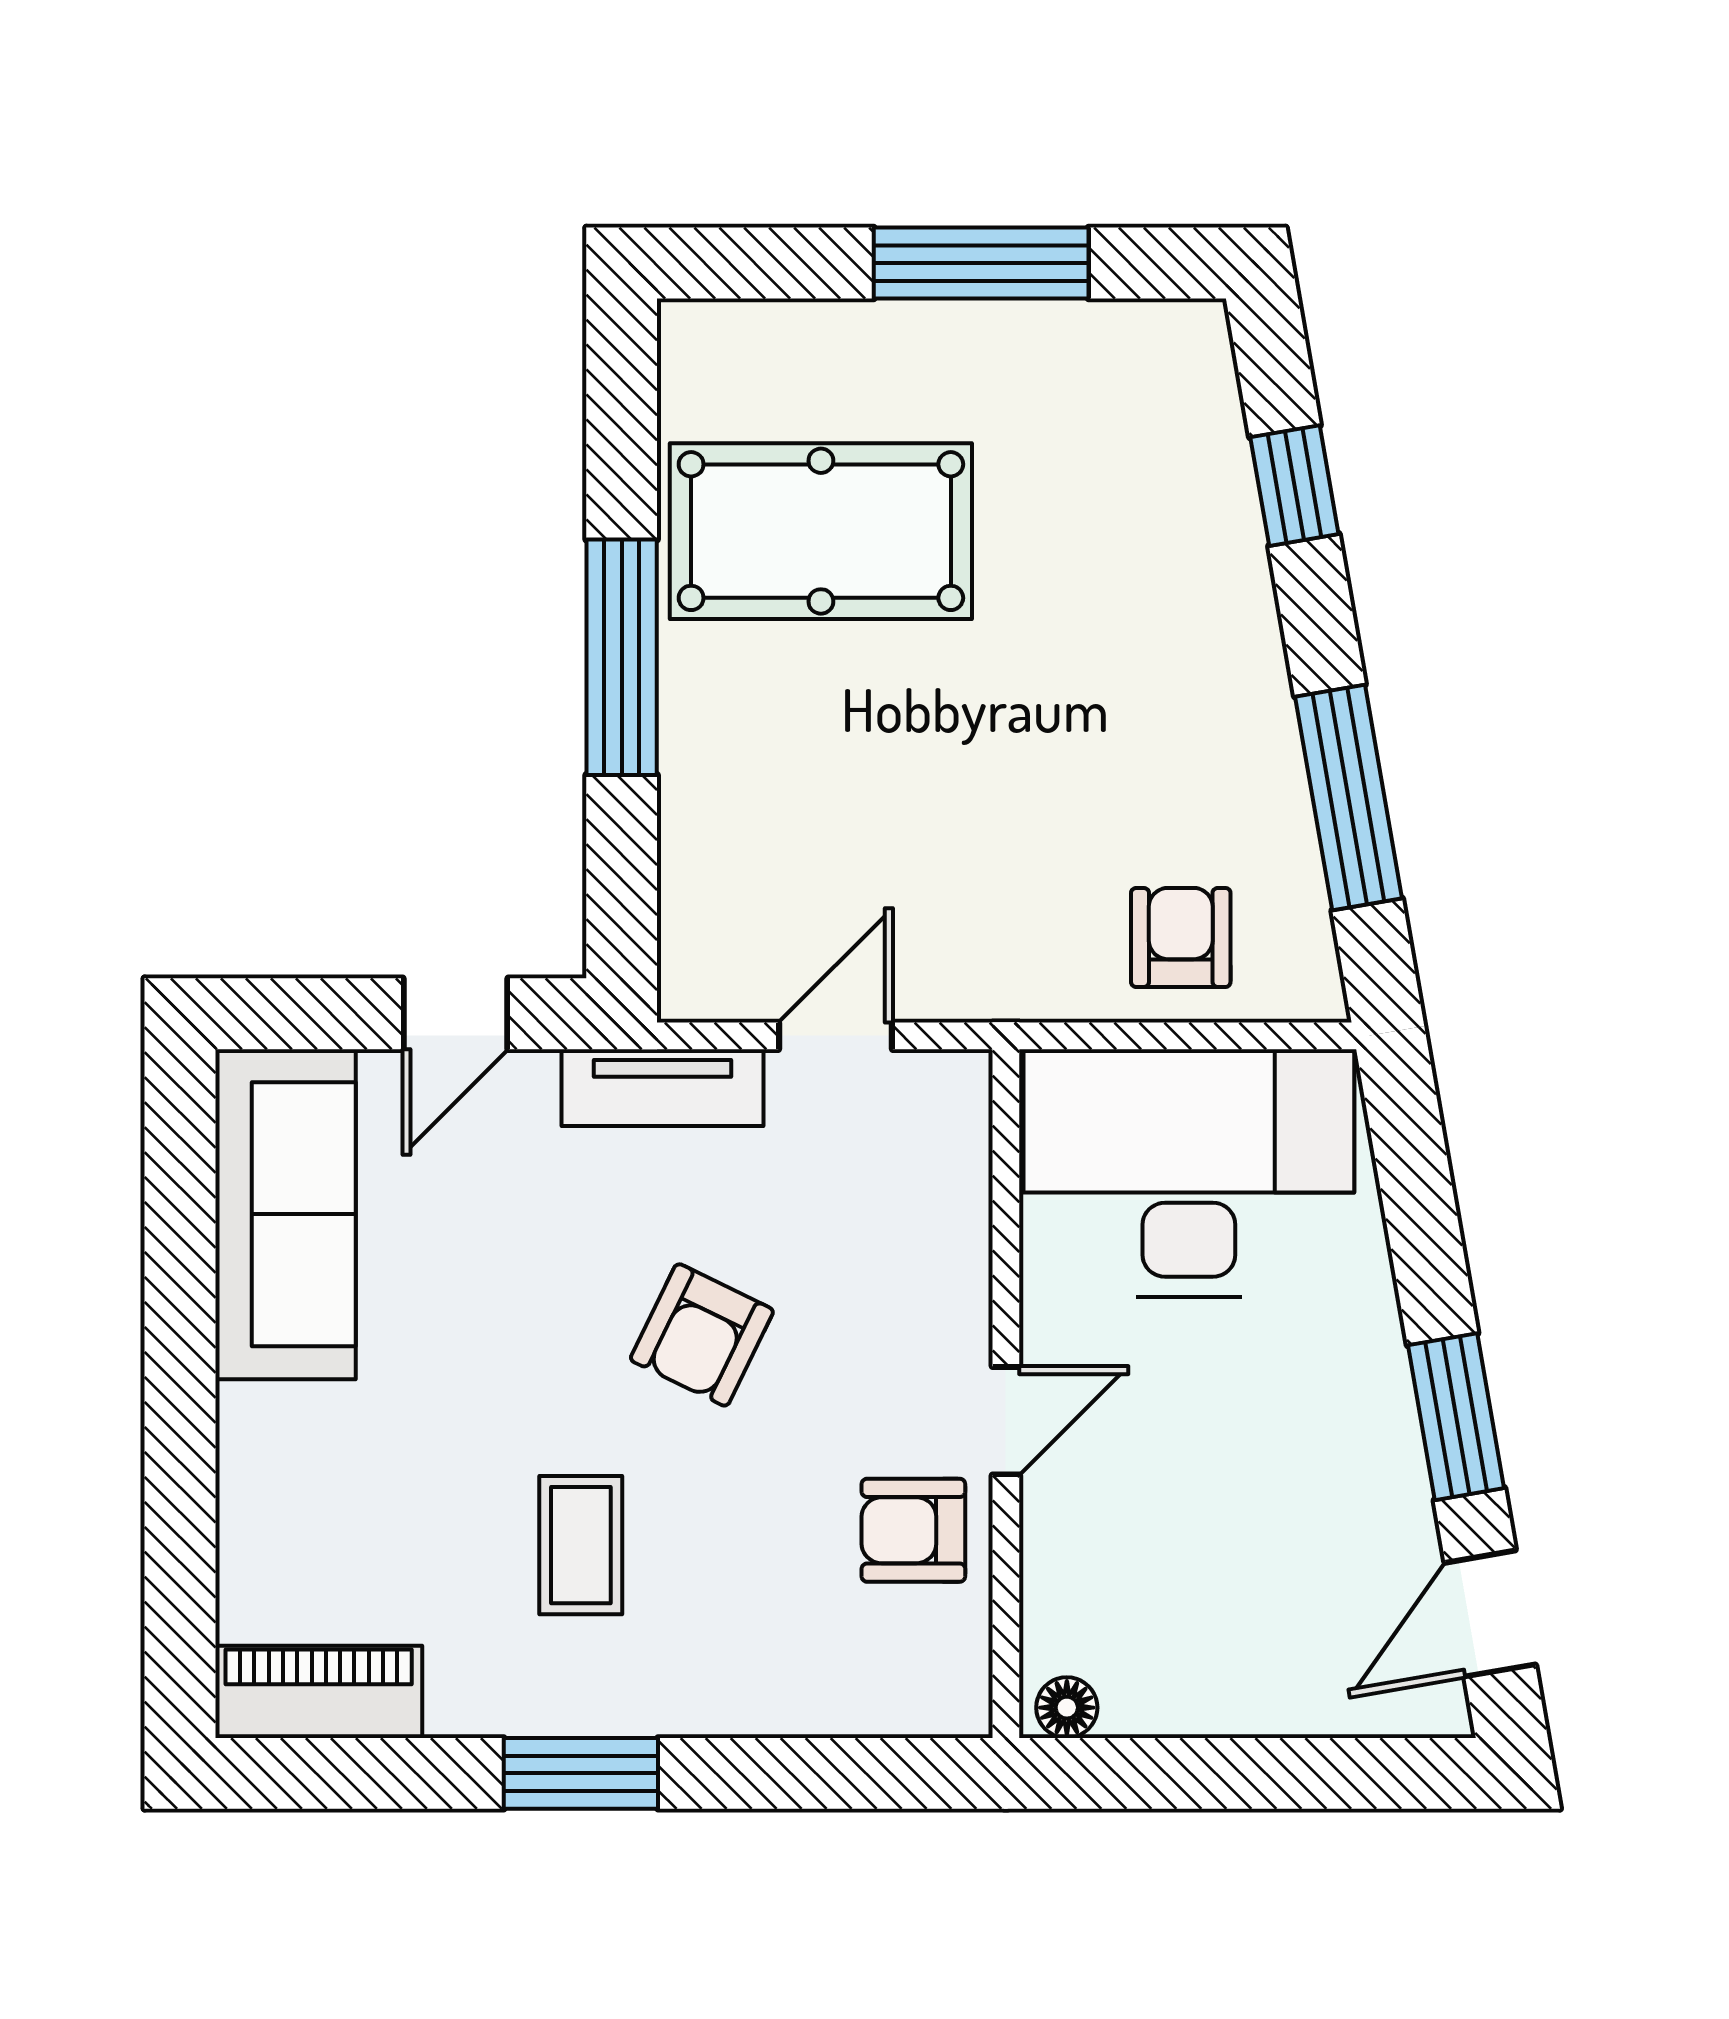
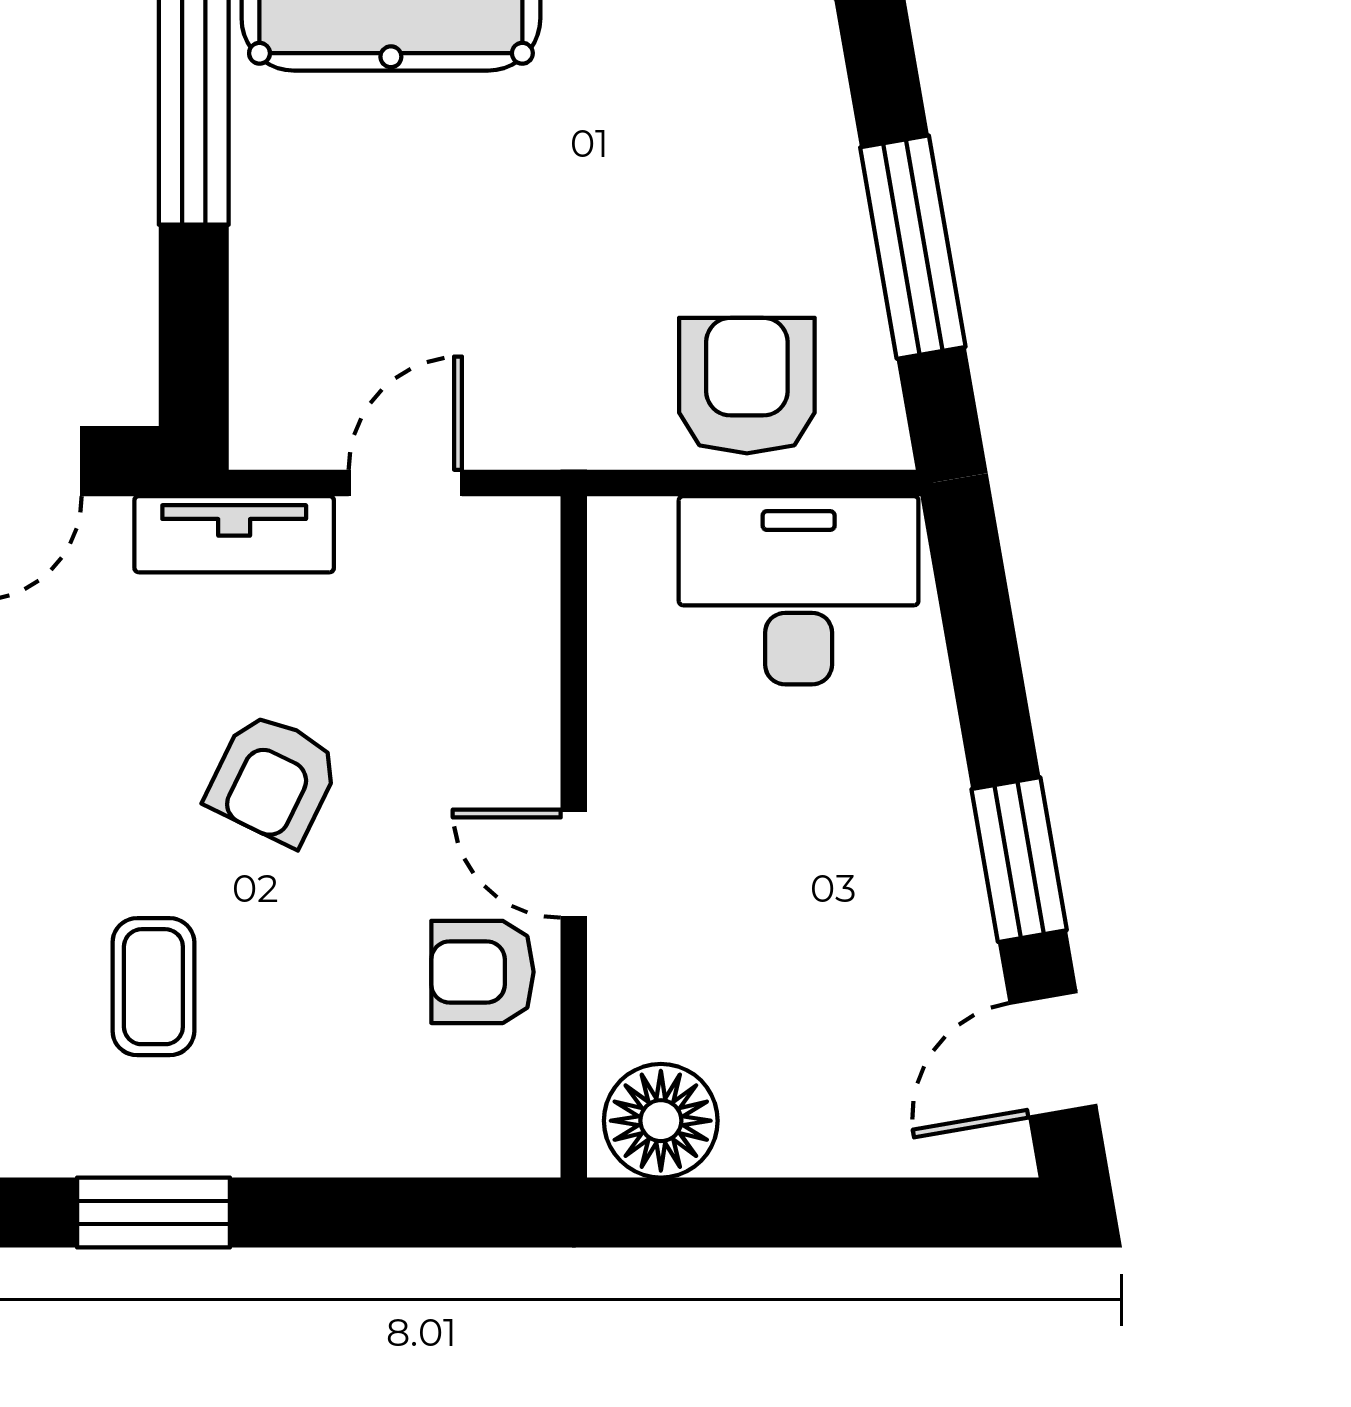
armchair: (1181, 937) -> (747, 386), width x1.38, depth x1.38
desk: (1189, 1173) -> (799, 590), width x0.73, depth x0.77
door: (1006, 1421) -> (574, 864), swing flipped
floor lamp: (1067, 1708) -> (661, 1121), width x1.89, depth x1.89

